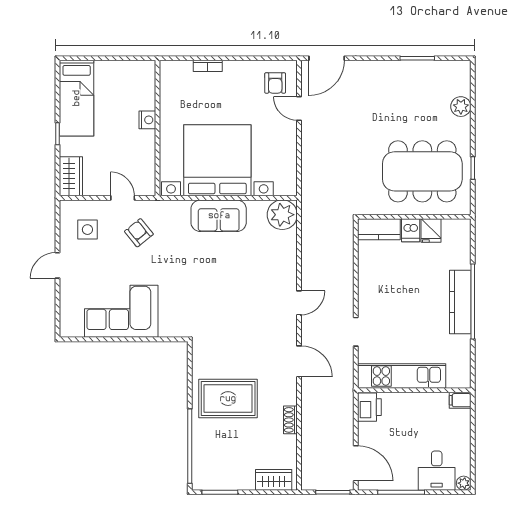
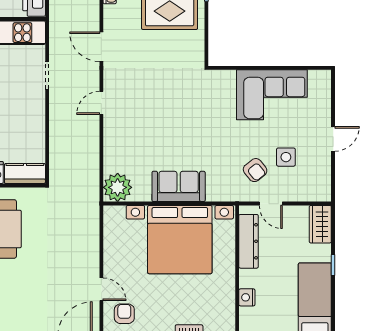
nightstand: (147, 120) -> (247, 297), moved
dresser: (146, 159) -> (249, 241), added
side table: (87, 230) -> (286, 157), moved

